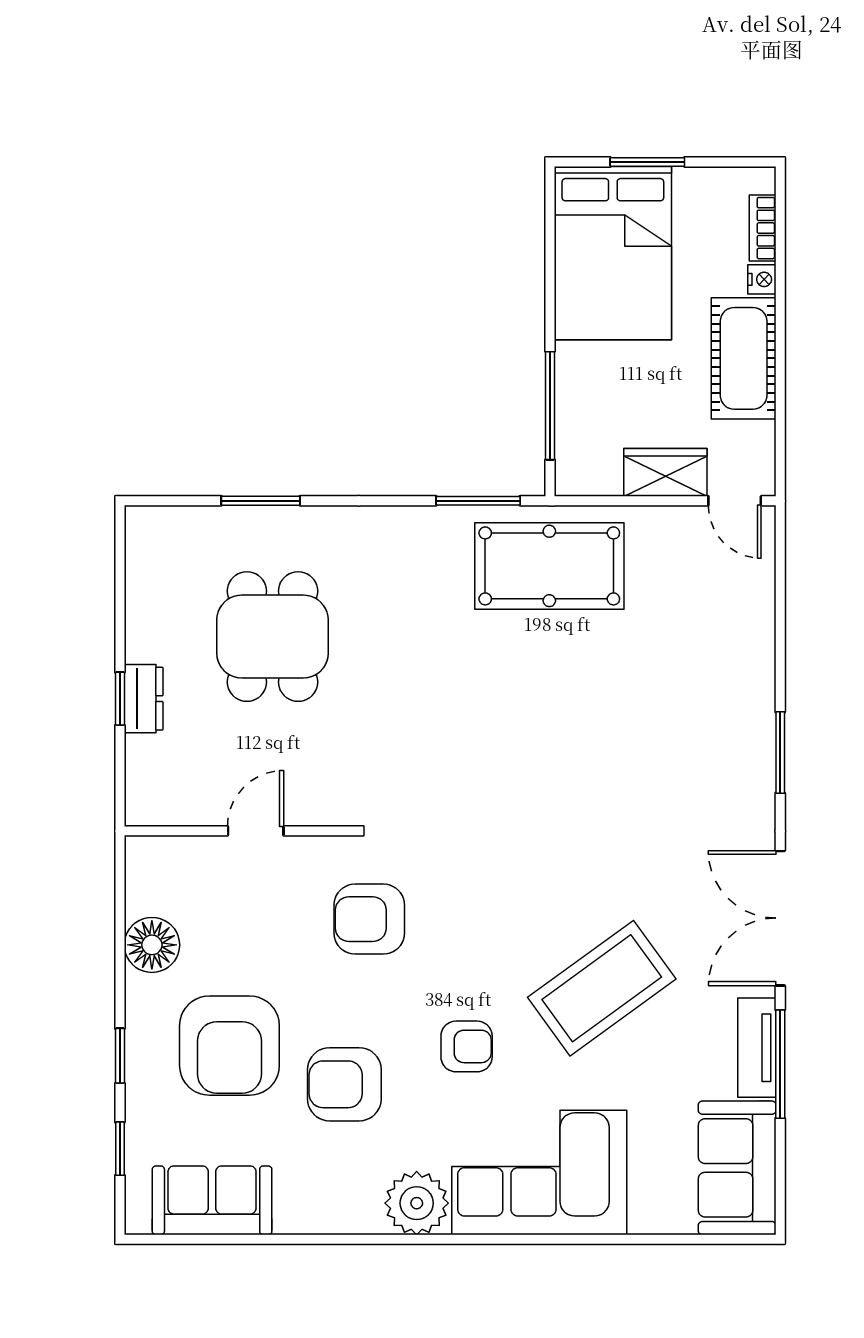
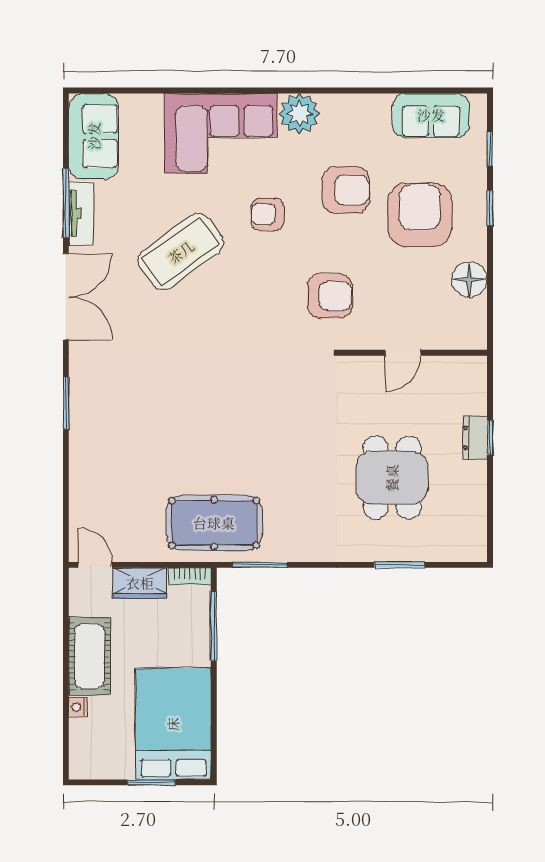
bookcase: (763, 228) -> (190, 576), moved, turned 90

